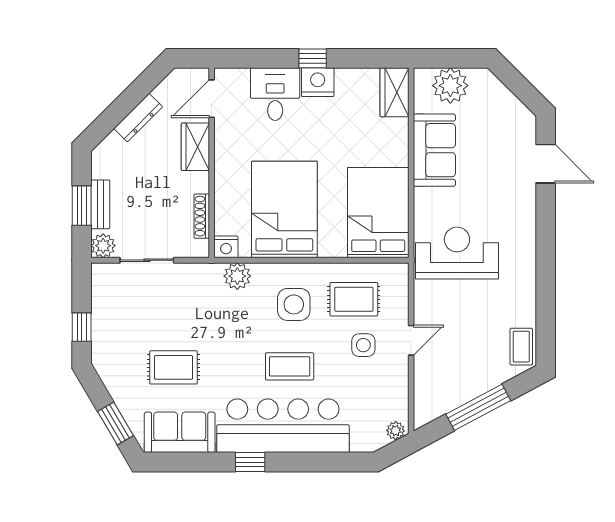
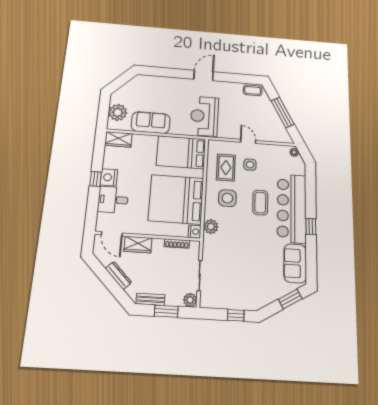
door: (546, 164) -> (204, 75), moved
bench: (100, 204) -> (150, 299), moved
bed: (284, 209) -> (176, 199), width x1.36
rug: (174, 367) -> (260, 264), removed

